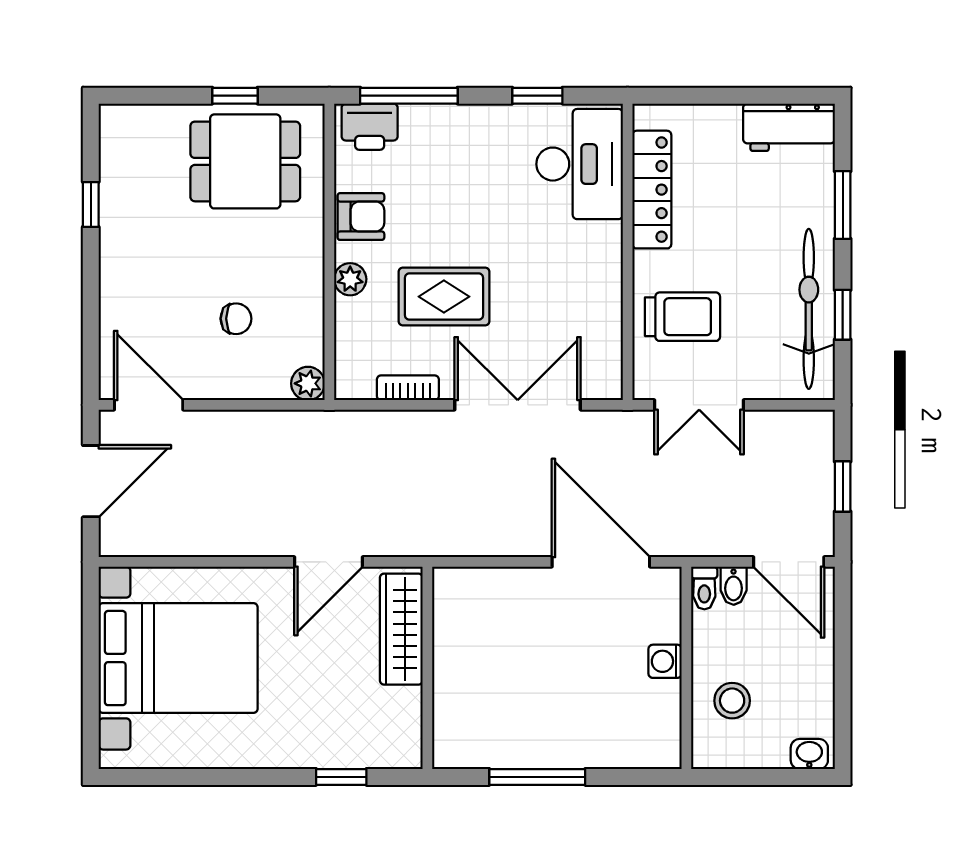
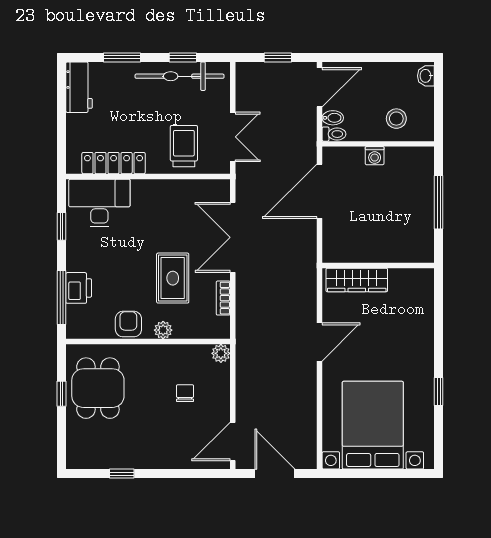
printer: (370, 127) -> (79, 288), moved
door: (328, 562) -> (320, 342), hinge flipped
wardrobe: (401, 629) -> (357, 280), moved
wall: (427, 668) -> (378, 266), moved
window: (341, 777) -> (439, 392), moved
window: (537, 777) -> (439, 202), moved

